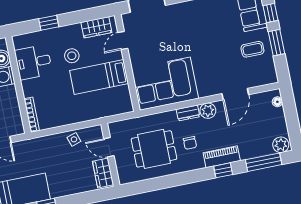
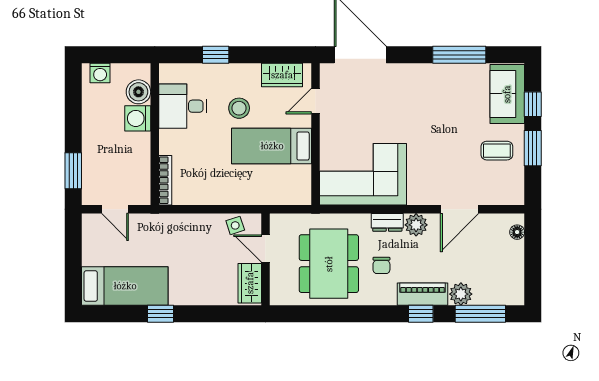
side table: (74, 139) -> (235, 225), moved
plant: (281, 145) -> (461, 294), moved
dining table: (154, 149) -> (329, 264), width x1.37

